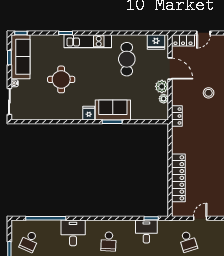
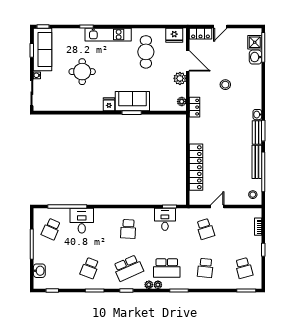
plant: (164, 99) -> (182, 102), moved
desk: (73, 233) -> (82, 221), moved

